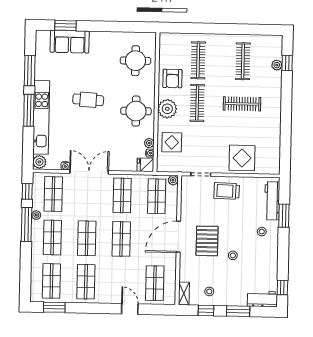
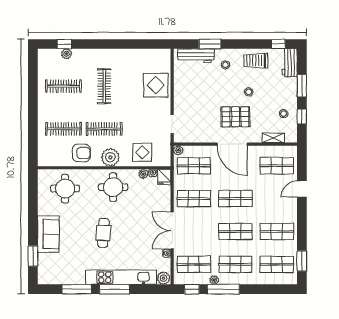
sofa: (70, 42) -> (48, 234), moved
trolley: (227, 191) -> (256, 61), moved, turned 88
shelving: (184, 293) -> (273, 138), moved

